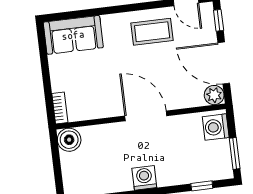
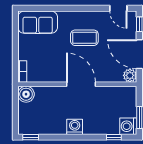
coffee table: (152, 32) -> (84, 38), moved
washing machine: (216, 127) -> (128, 126), moved

